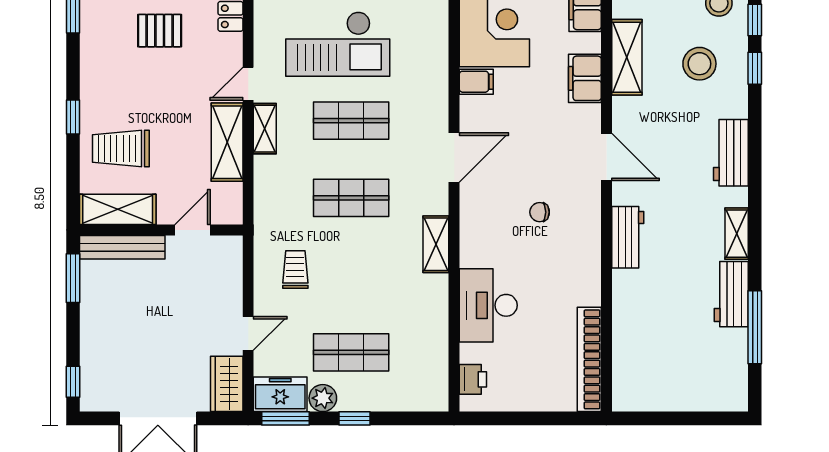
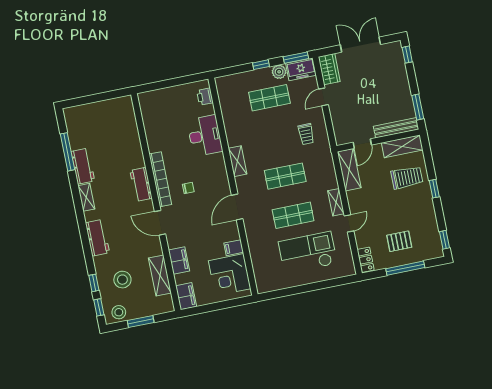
shelving: (227, 142) -> (349, 170), moved
bookcase: (589, 359) -> (160, 179), moved

